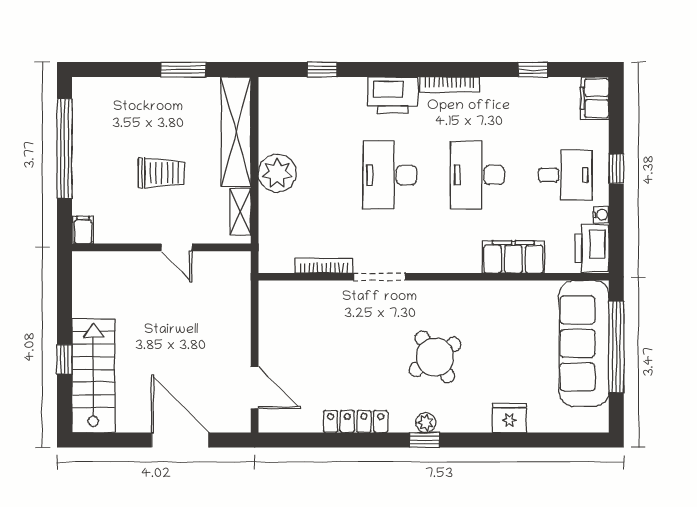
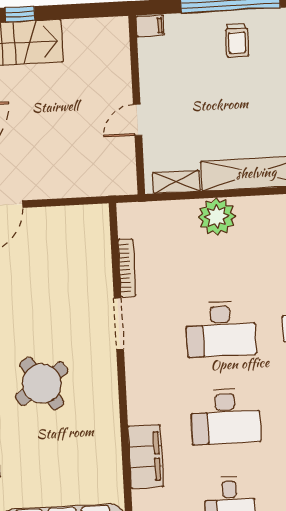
trolley: (161, 173) -> (237, 40), moved, width x0.73, depth x0.72
desk: (390, 175) -> (221, 329), turned 180
desk: (477, 175) -> (225, 416), turned 180

